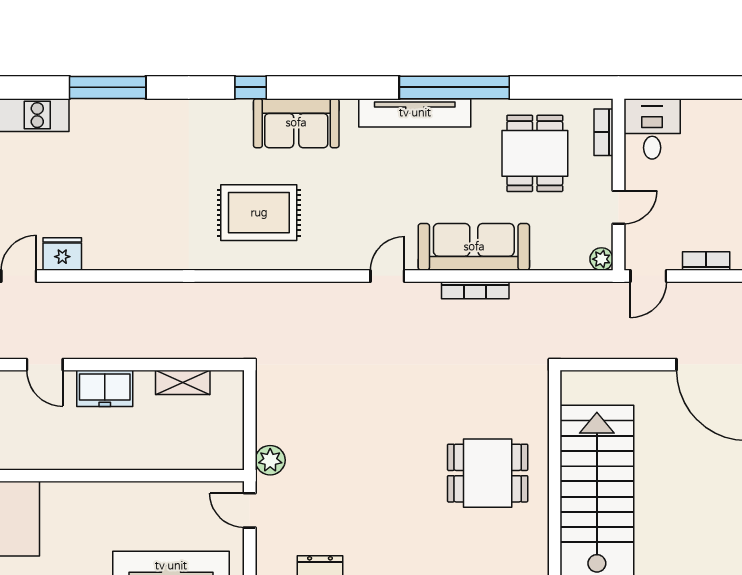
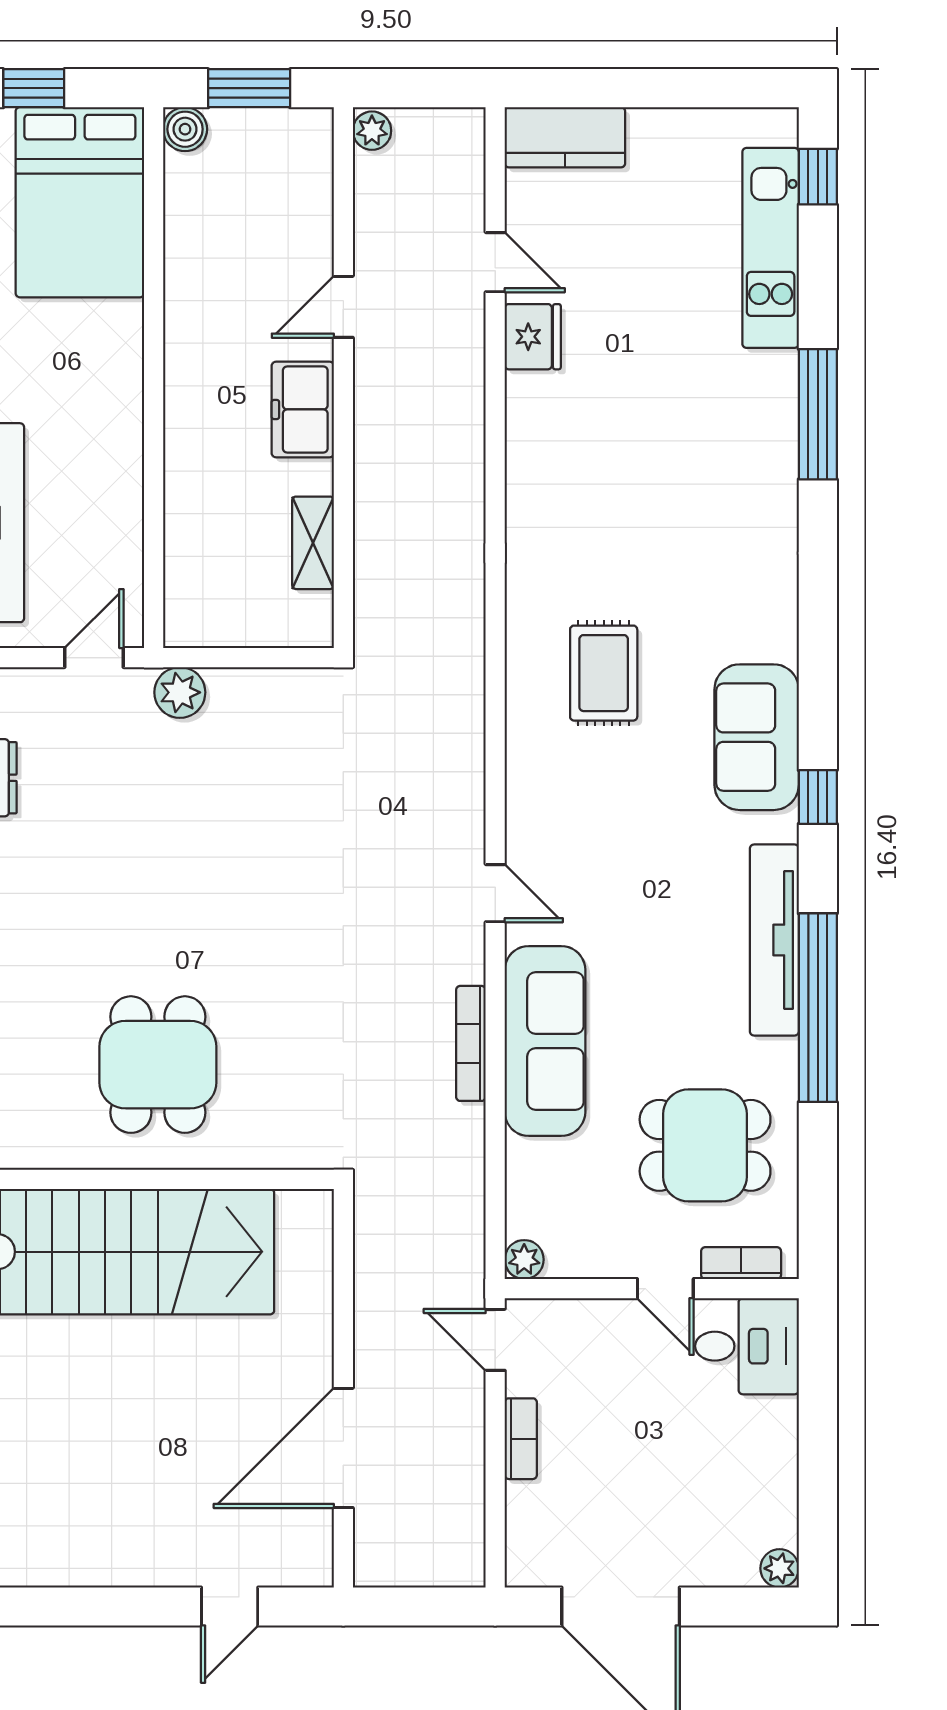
window: (251, 87) -> (818, 797), moved
door: (618, 207) -> (665, 1289), moved
rug: (259, 213) -> (604, 673), width x0.73, depth x0.70

